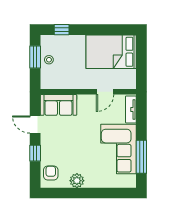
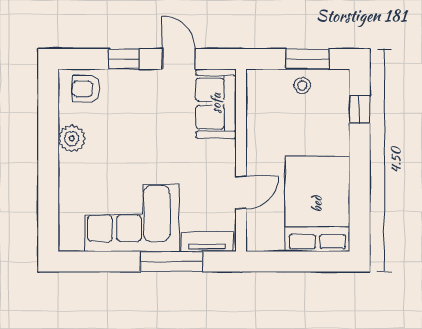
door: (105, 92) -> (241, 192), swing flipped
door: (35, 125) -> (179, 59), hinge flipped
window: (141, 157) -> (171, 262), moved
armchair: (51, 173) -> (86, 89), turned 180

